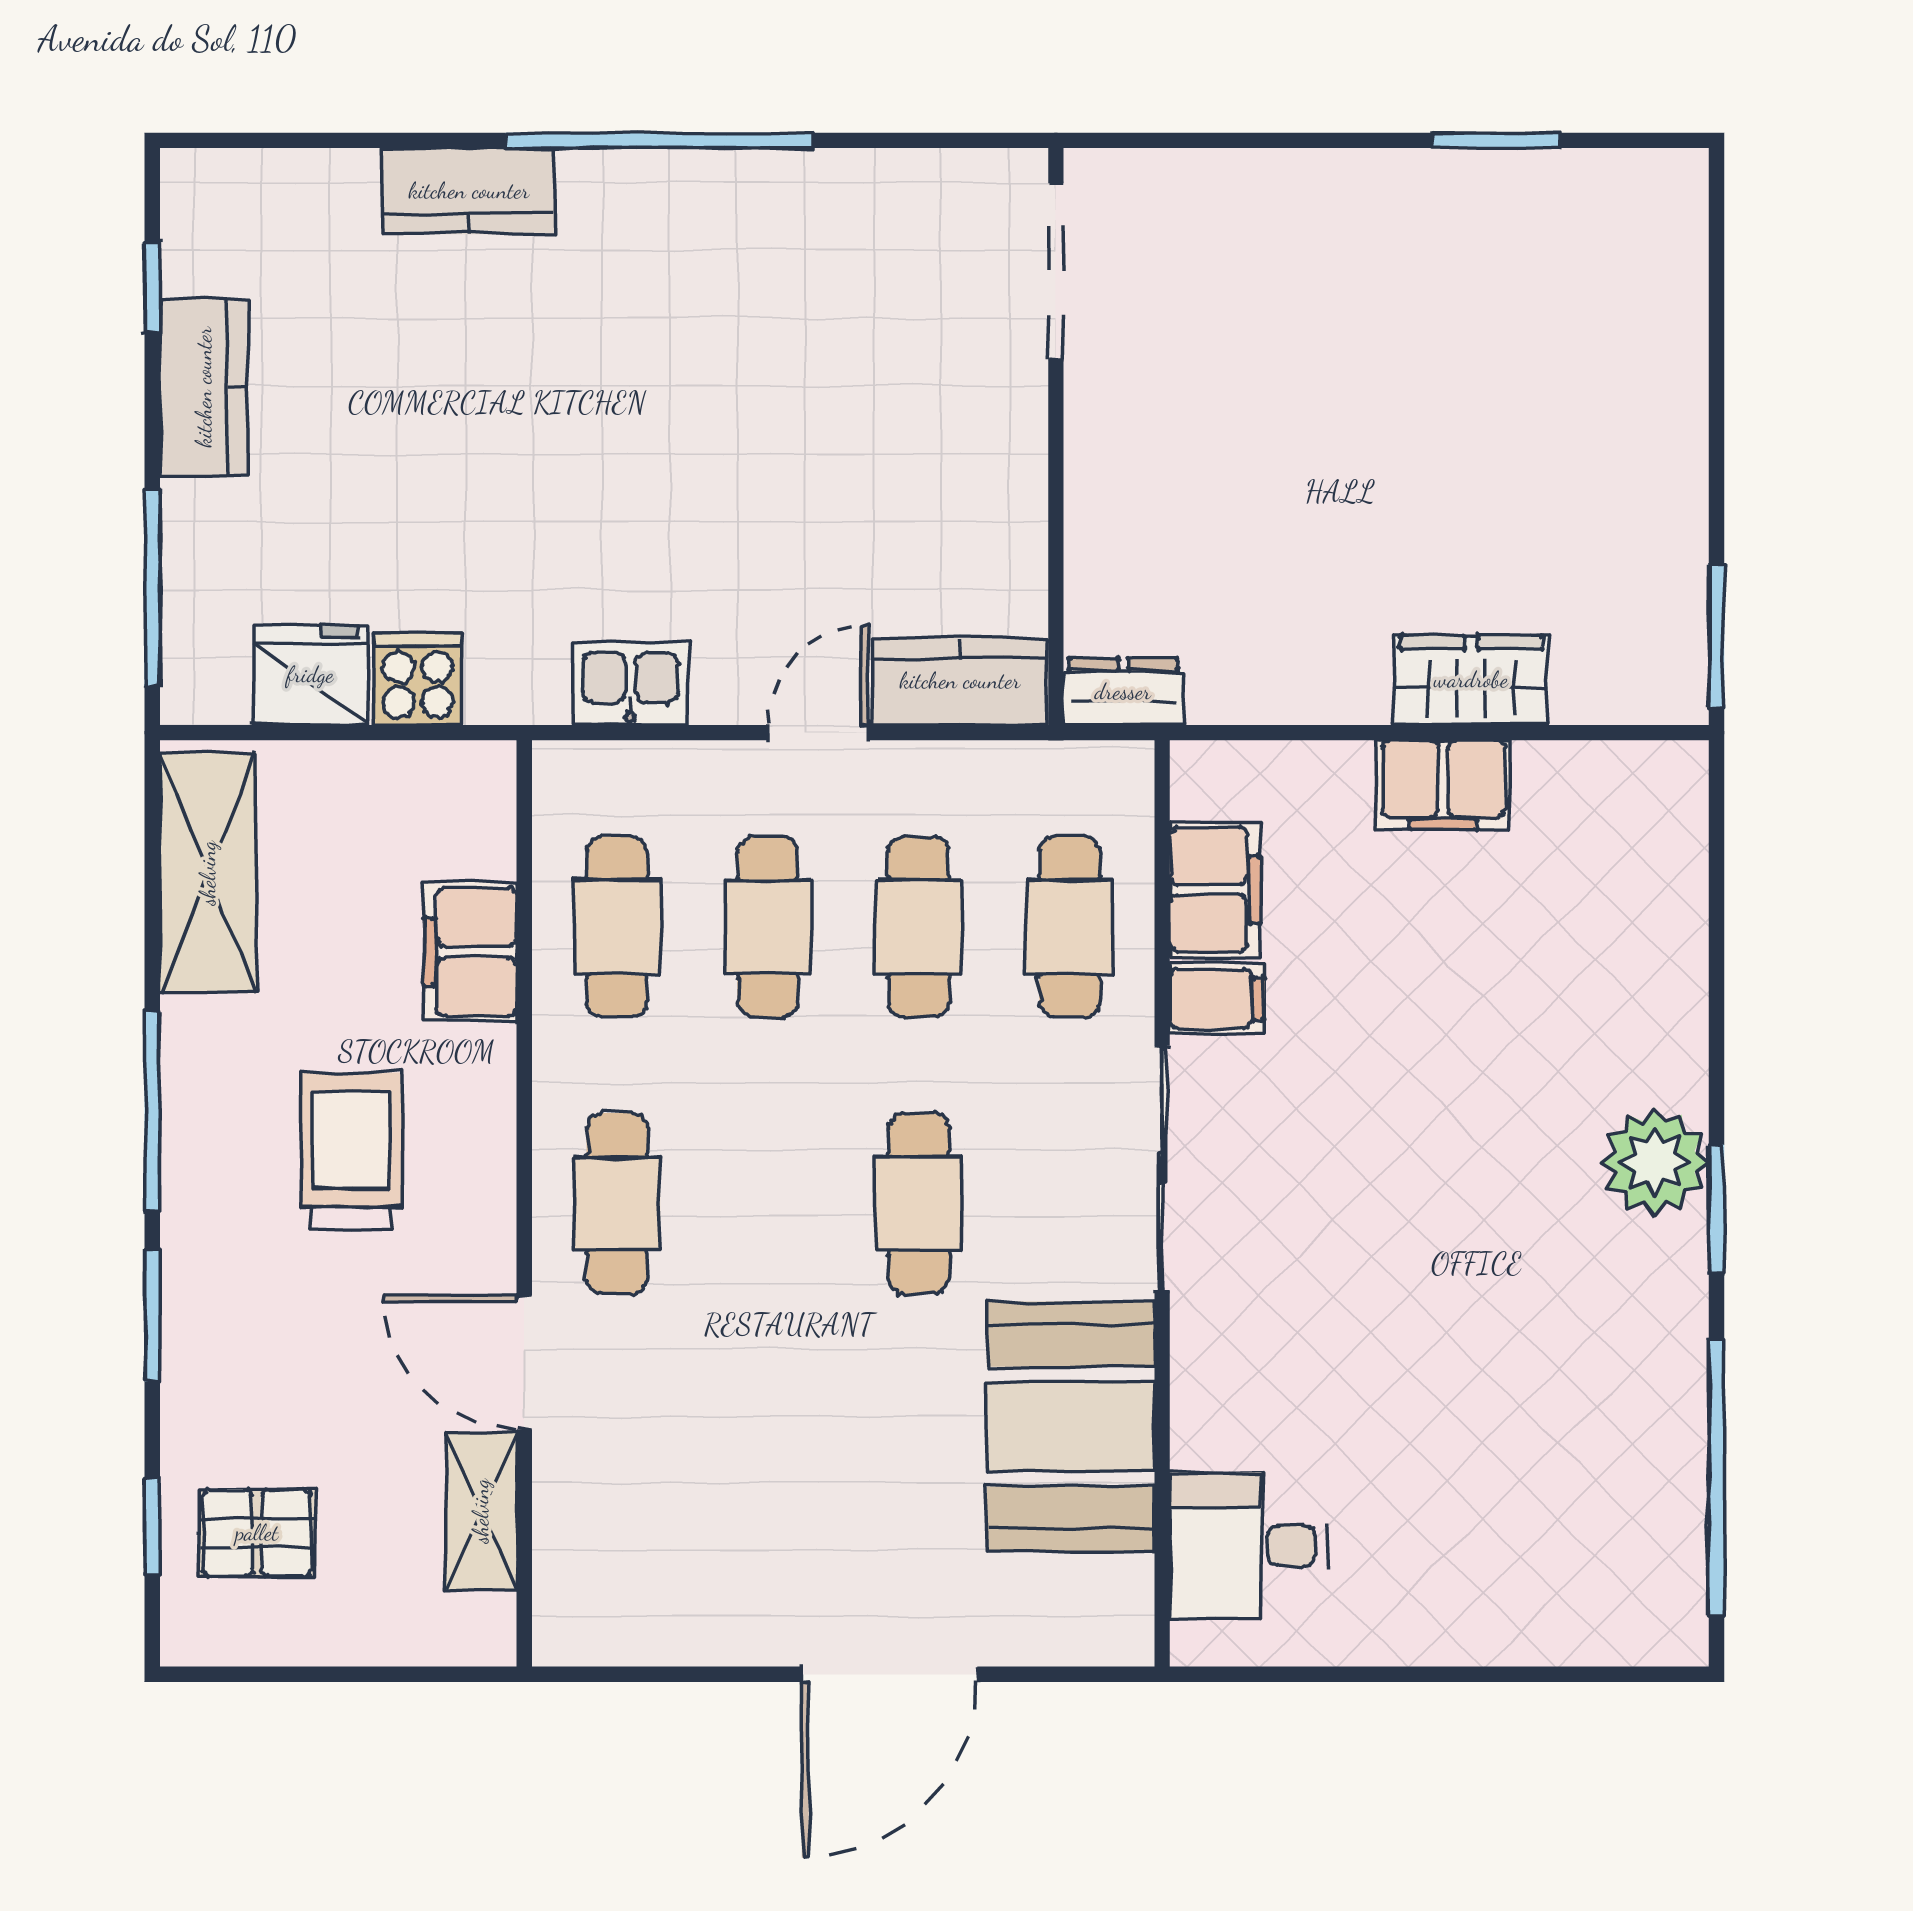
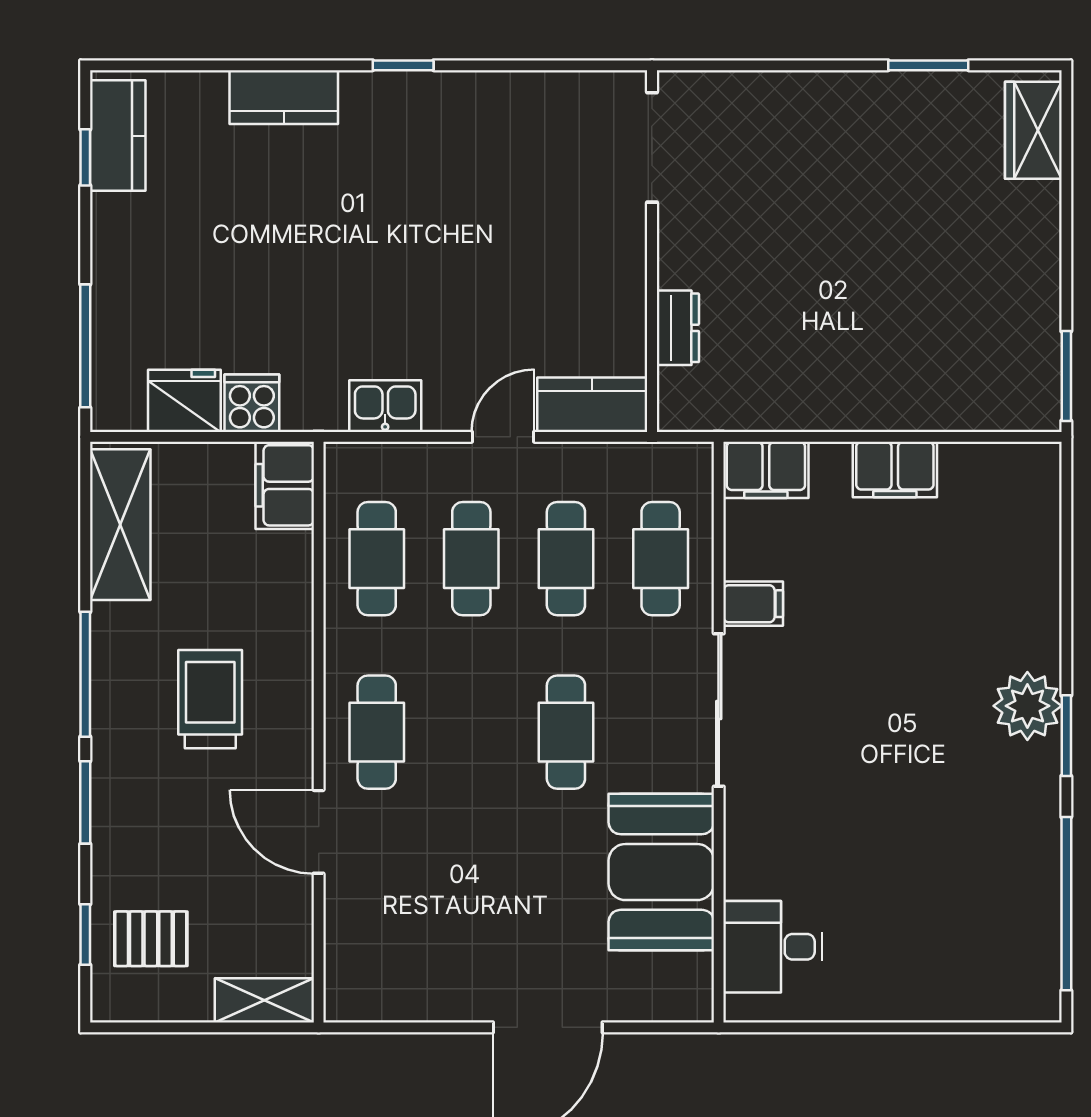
window: (659, 140) -> (403, 65), width x0.32
kitchen counter: (204, 387) -> (118, 136), moved
wardrobe: (1471, 680) -> (1033, 130), moved, turned -90
dresser: (1123, 692) -> (678, 328), moved, turned 90
filing cabinet: (1215, 890) -> (766, 470), moved, turned 90
filing cabinet: (470, 952) -> (285, 485), moved
shelving: (481, 1511) -> (264, 1000), moved, turned 90

